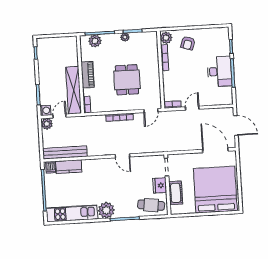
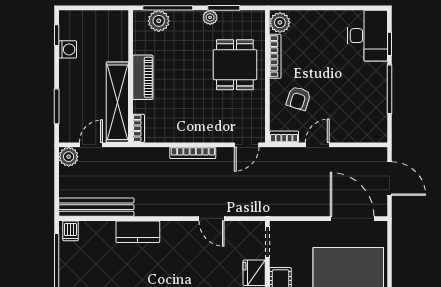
armchair: (188, 43) -> (299, 98), moved
desk: (219, 71) -> (367, 36), moved
dining table: (127, 80) -> (235, 65), moved
washing machine: (45, 110) -> (68, 49), moved
door: (122, 156) -> (211, 219), moved
kitchen counter: (69, 167) -> (138, 232), moved

